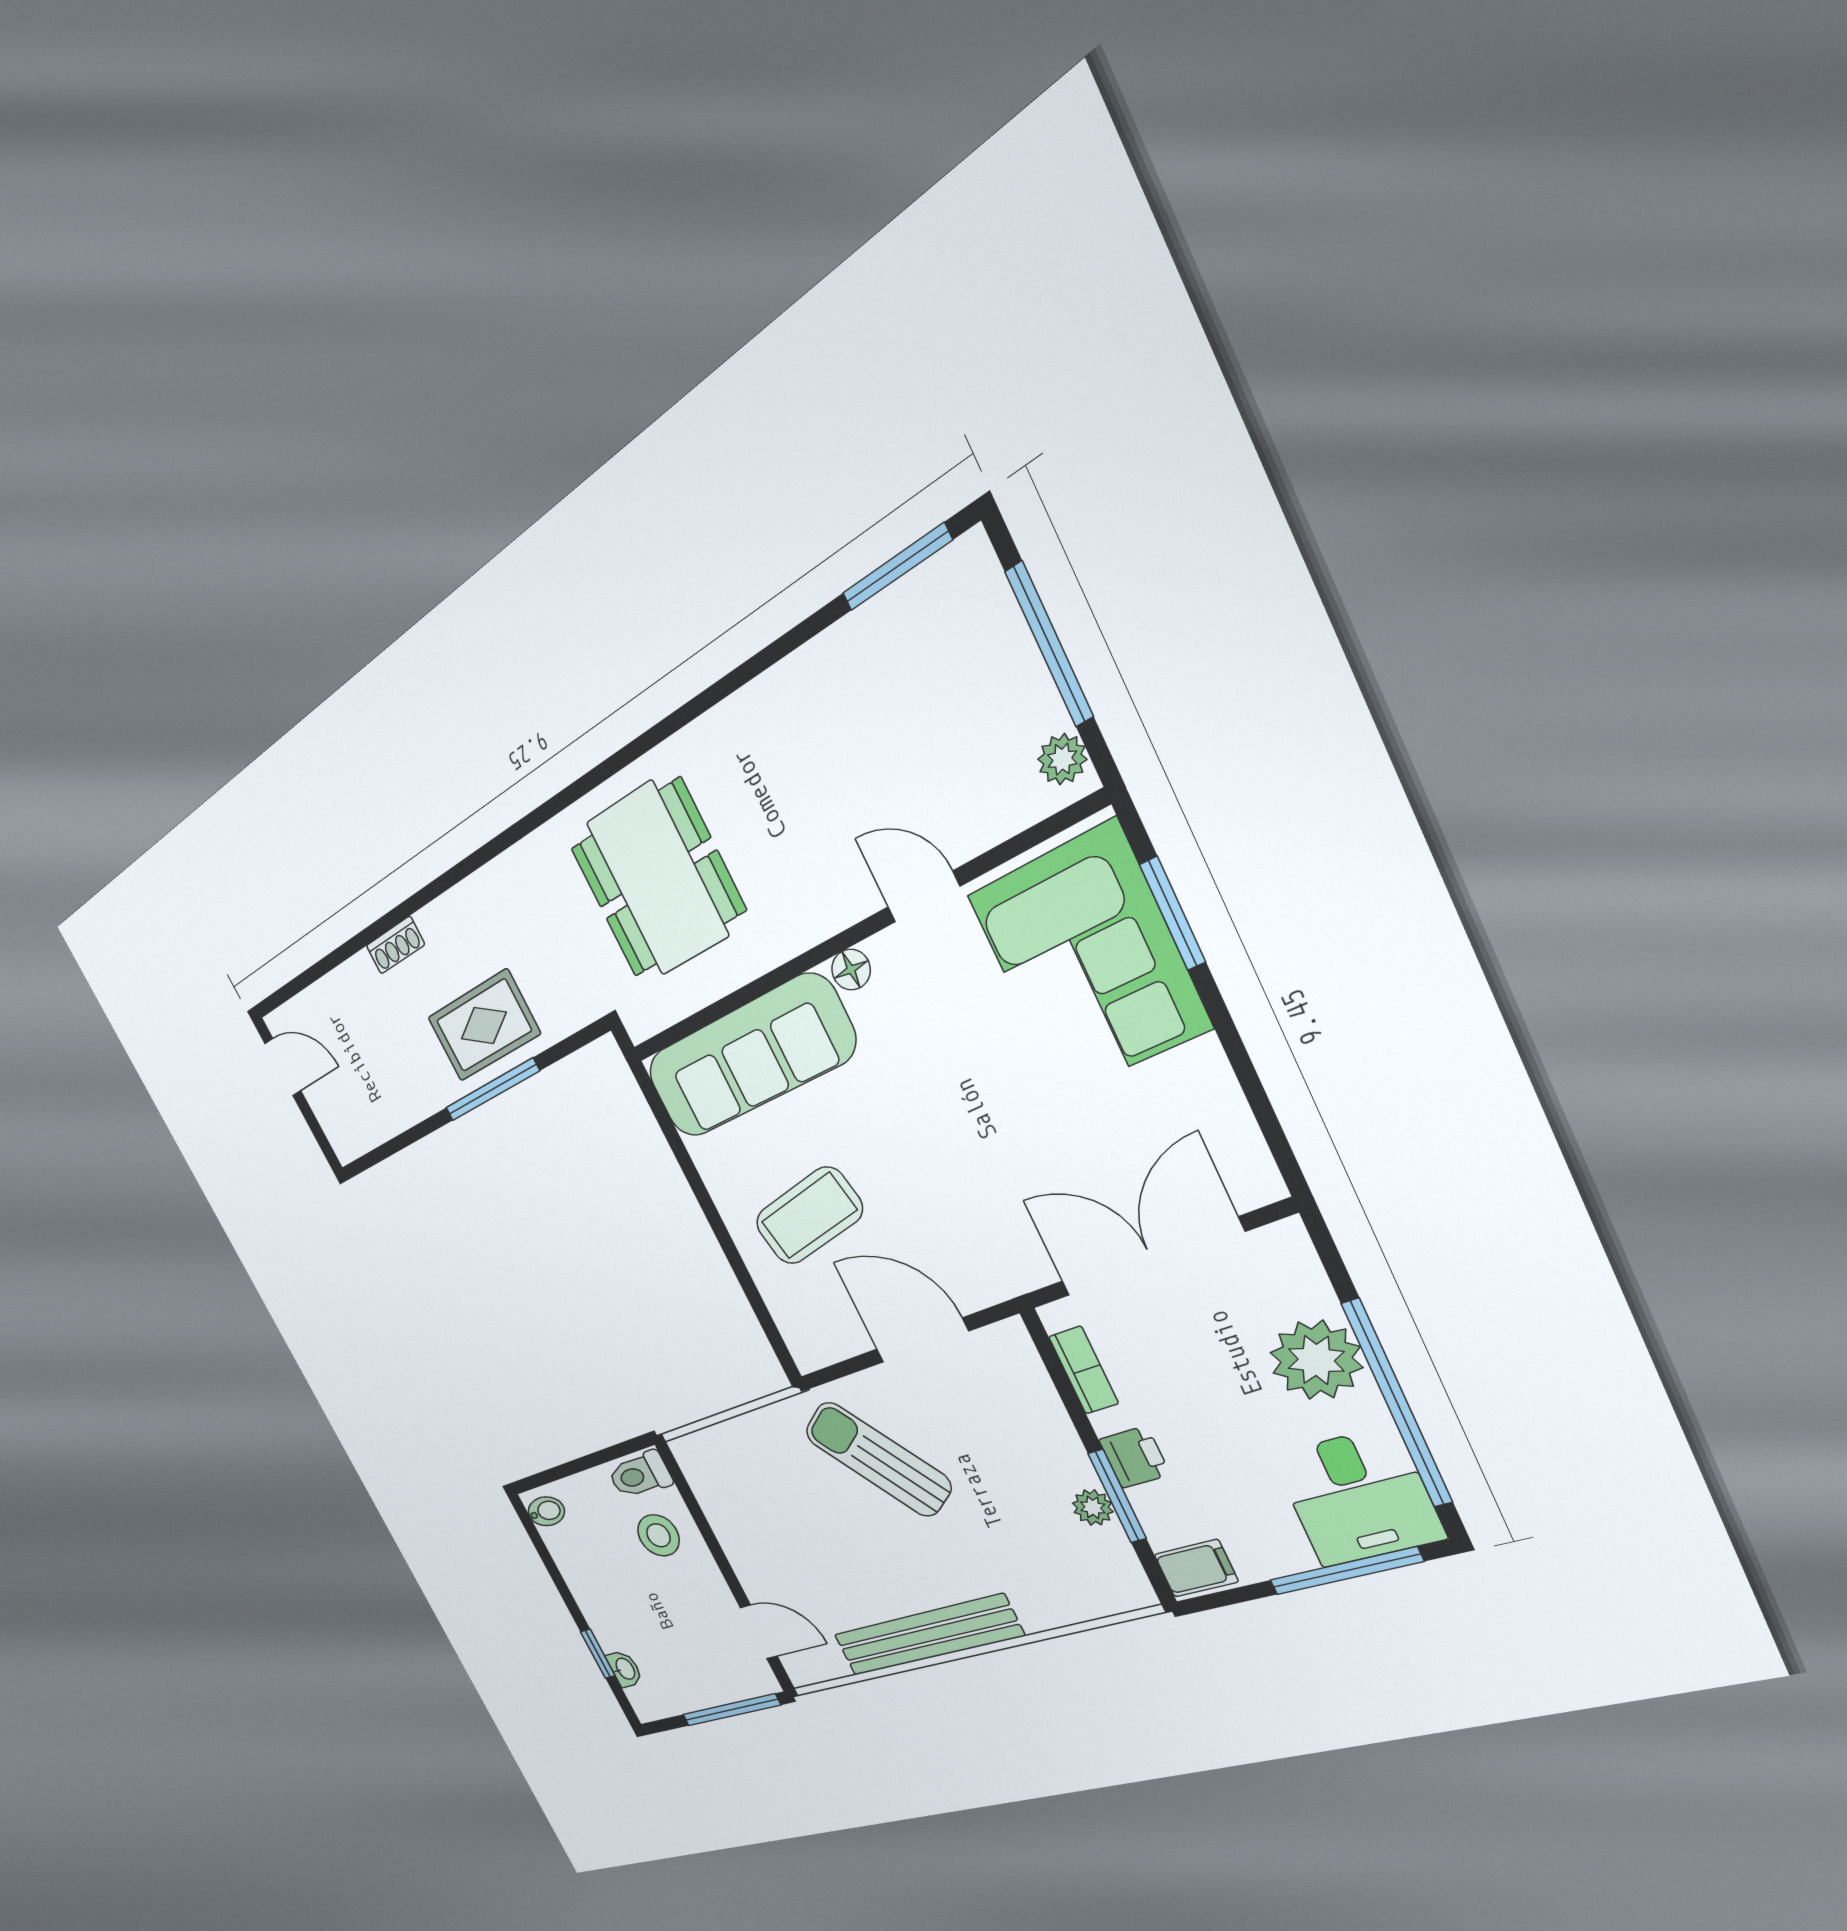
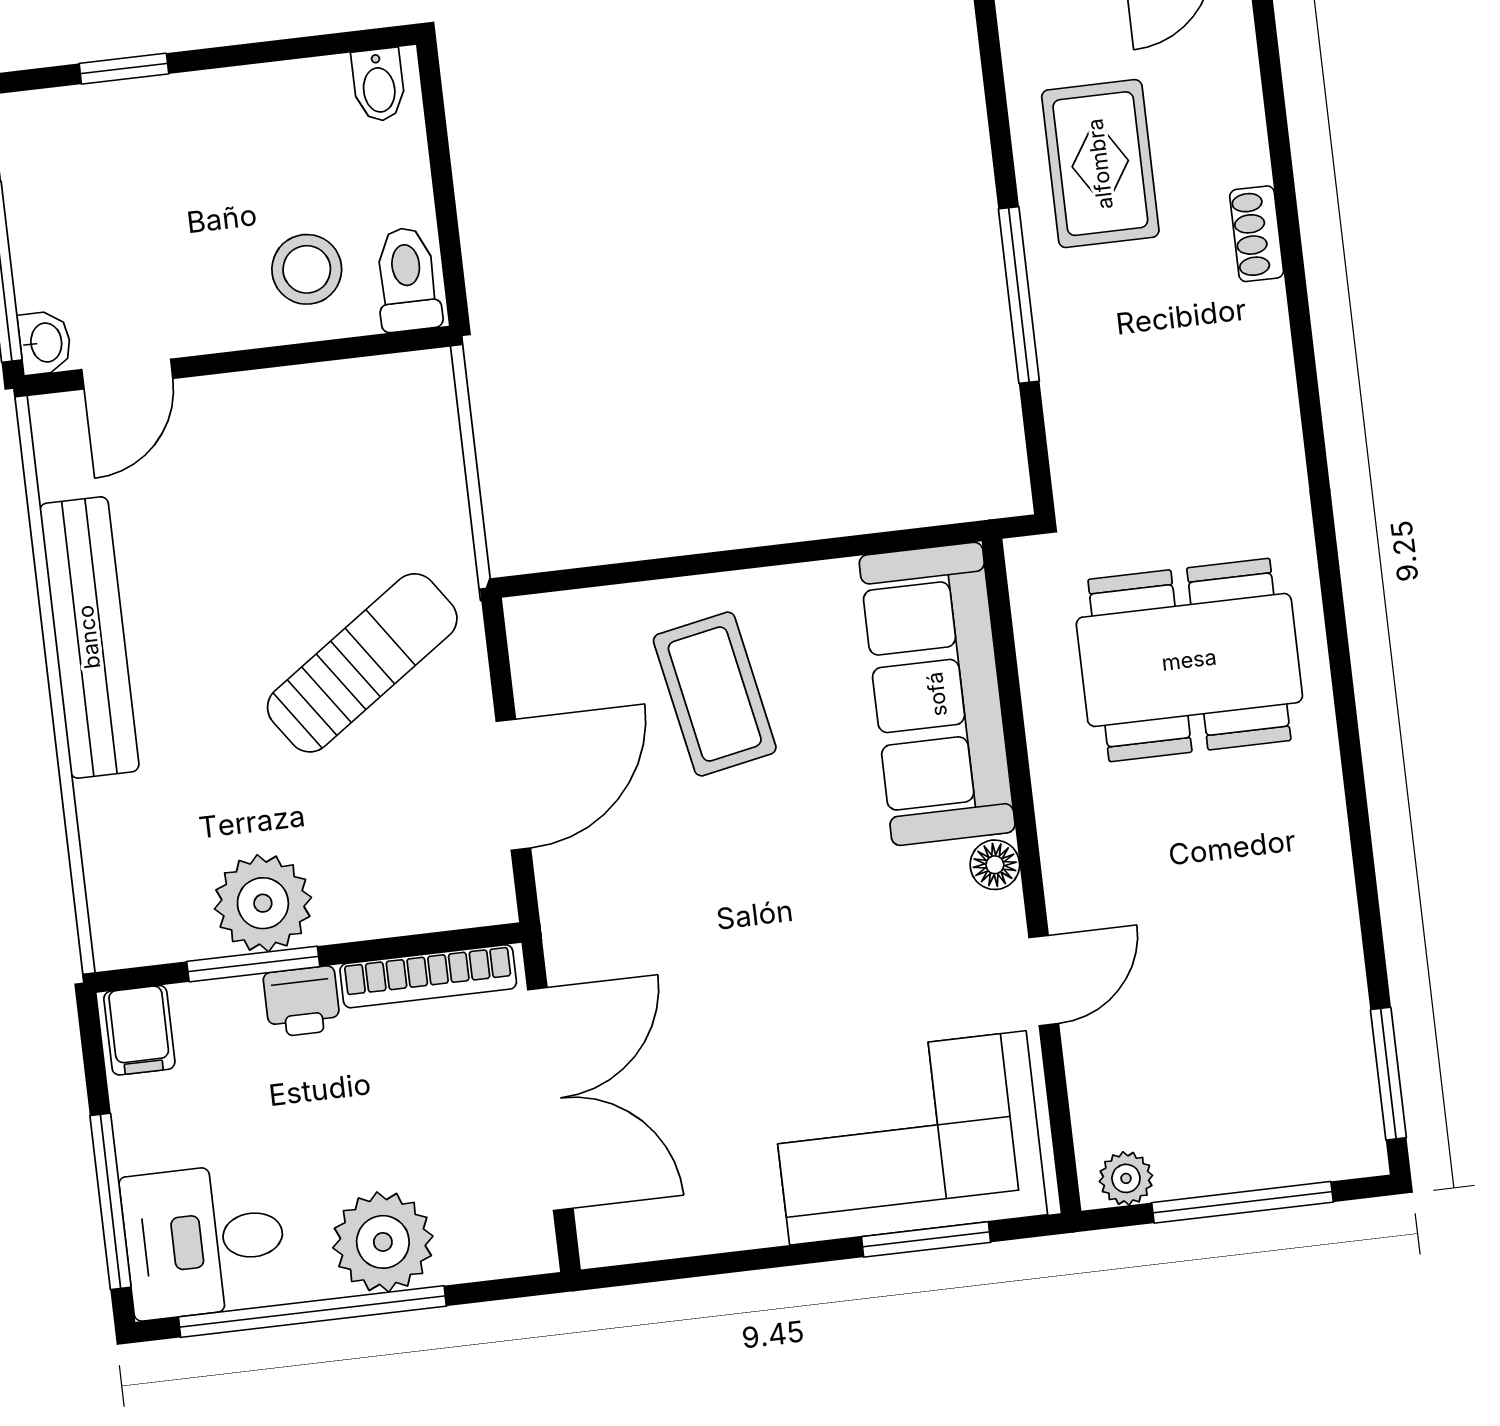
rug: (484, 1026) -> (1100, 164), moved
bookcase: (1084, 1370) -> (428, 976), width x1.56
plant: (1093, 1507) -> (263, 903), width x1.87, depth x1.87
washbasin: (625, 1669) -> (45, 343), moved, turned -90

